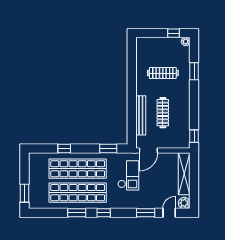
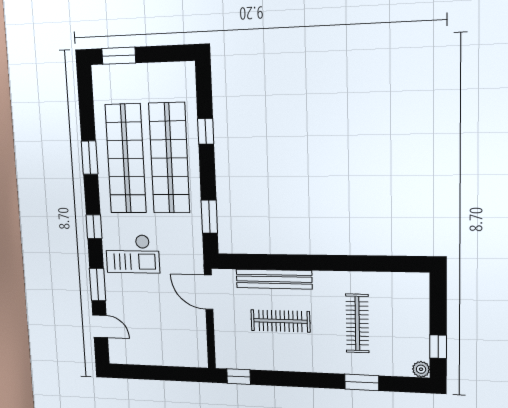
shelving: (184, 174) -> (170, 356), removed
checkout: (128, 175) -> (132, 254), moved
plant: (184, 203) -> (119, 354), removed
window: (104, 213) -> (94, 227), moved

